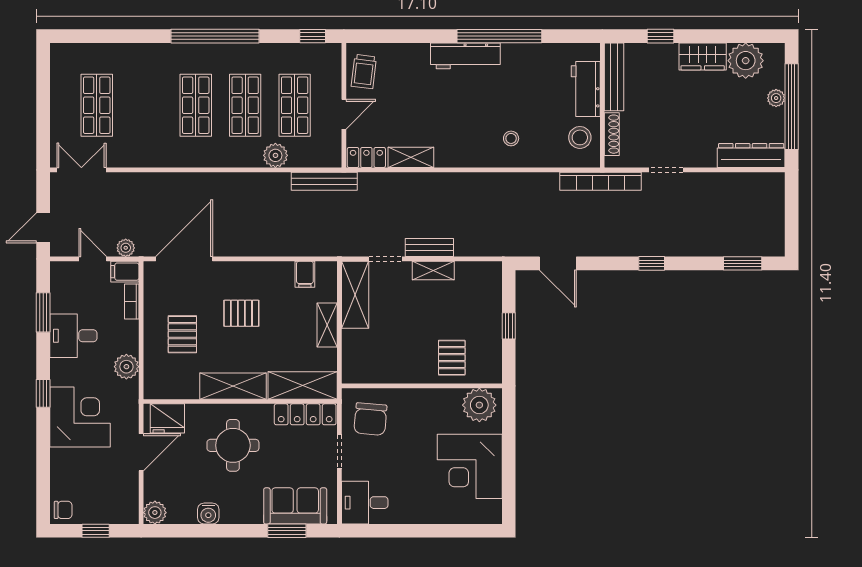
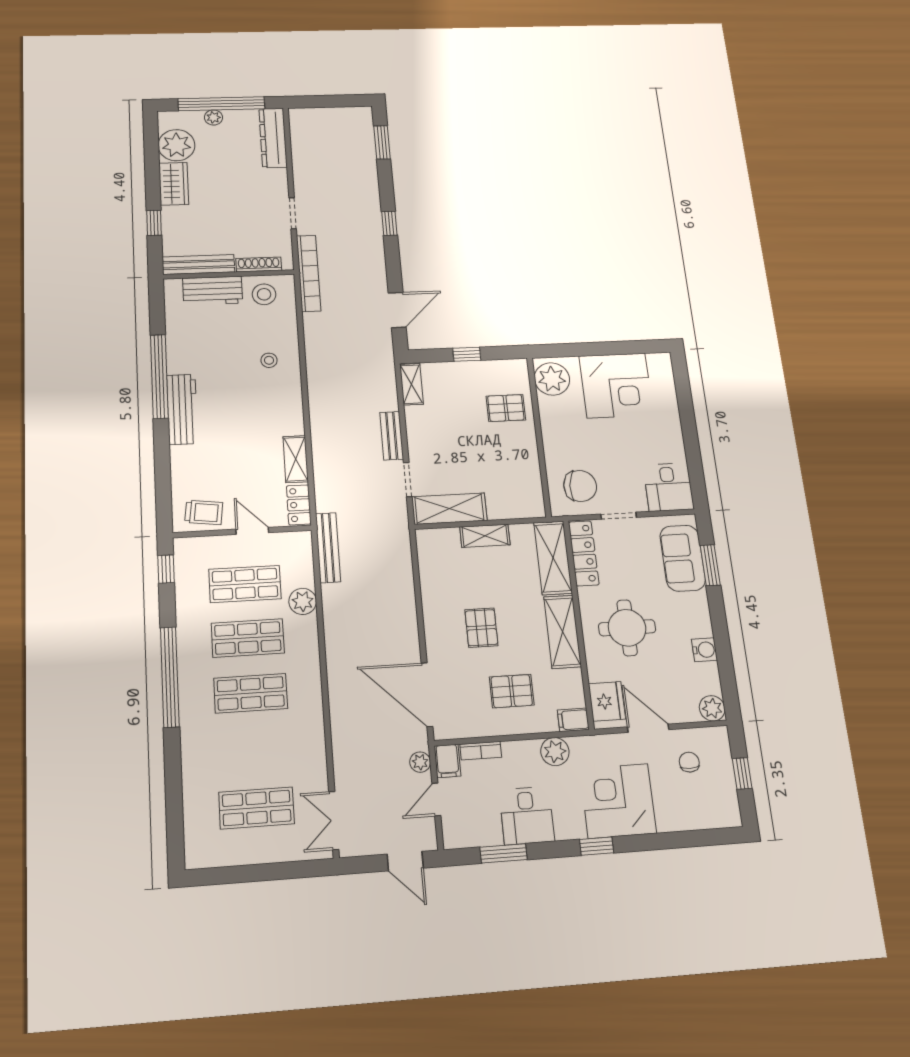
shelving: (433, 271) -> (412, 384), moved
filing cabinet: (305, 274) -> (573, 720), moved, turned 180
chair: (63, 510) -> (689, 762), moved

